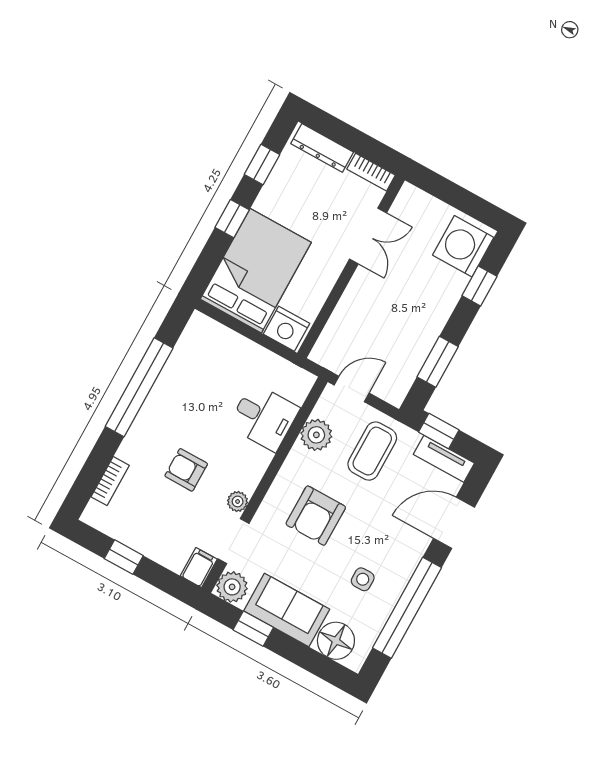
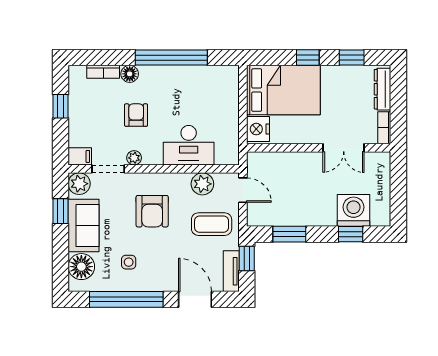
washing machine: (463, 246) -> (354, 210), moved
desk: (264, 417) -> (189, 145), width x1.37
floor lamp: (131, 450) -> (130, 74), added
armchair: (316, 516) -> (152, 211), turned -90

